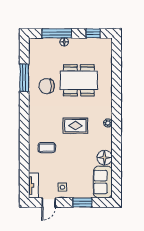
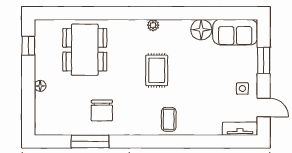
window: (57, 33) -> (28, 96), removed
dining table: (79, 80) -> (85, 50), moved
coffee table: (47, 148) -> (169, 119), moved

